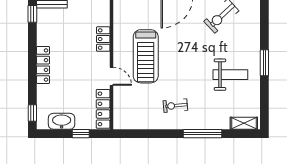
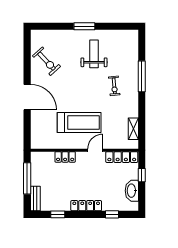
window: (32, 14) -> (58, 214), moved
exercise bike: (175, 106) -> (114, 86), moved
window: (32, 113) -> (112, 214), moved
shelving: (244, 123) -> (133, 129), moved

